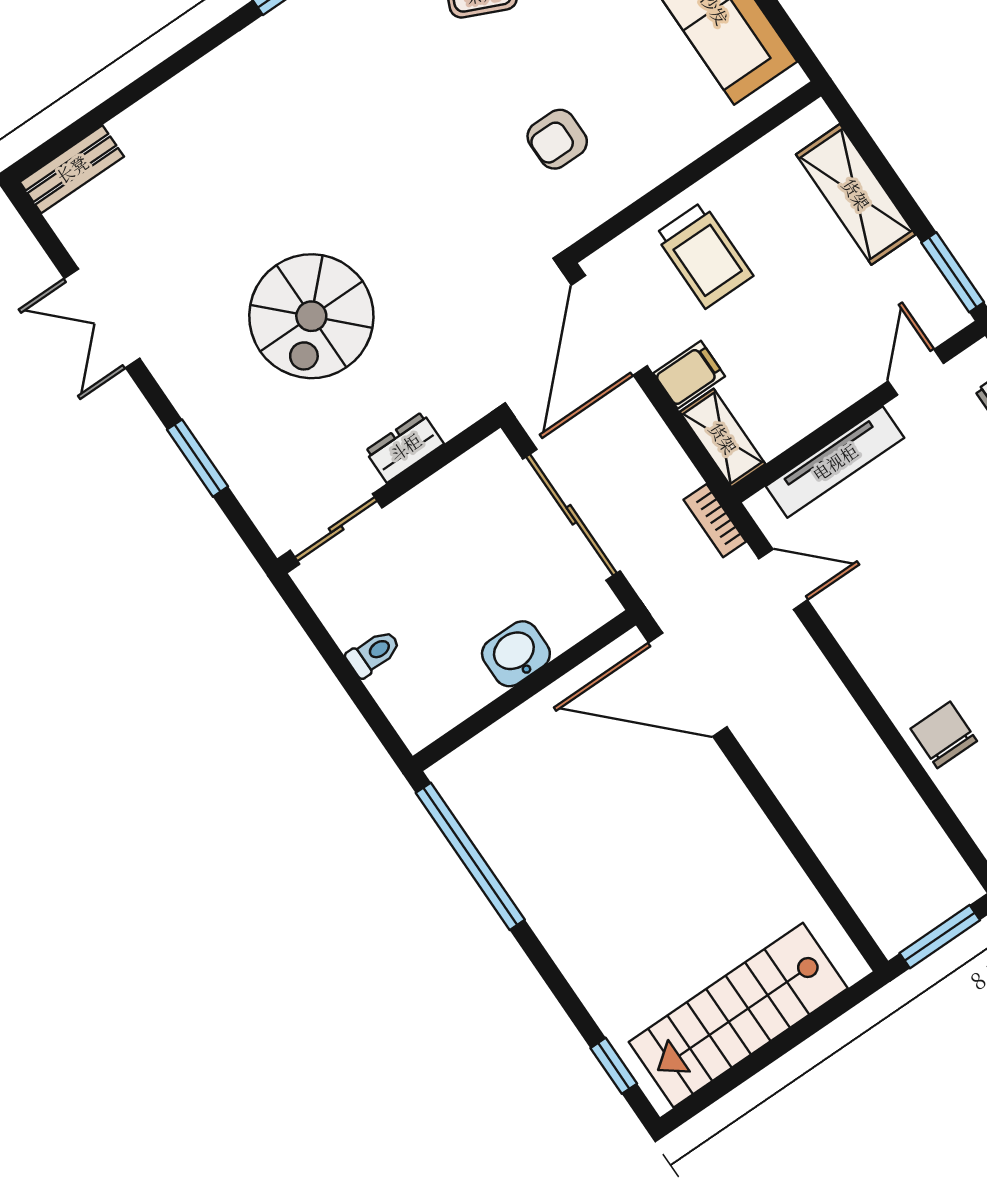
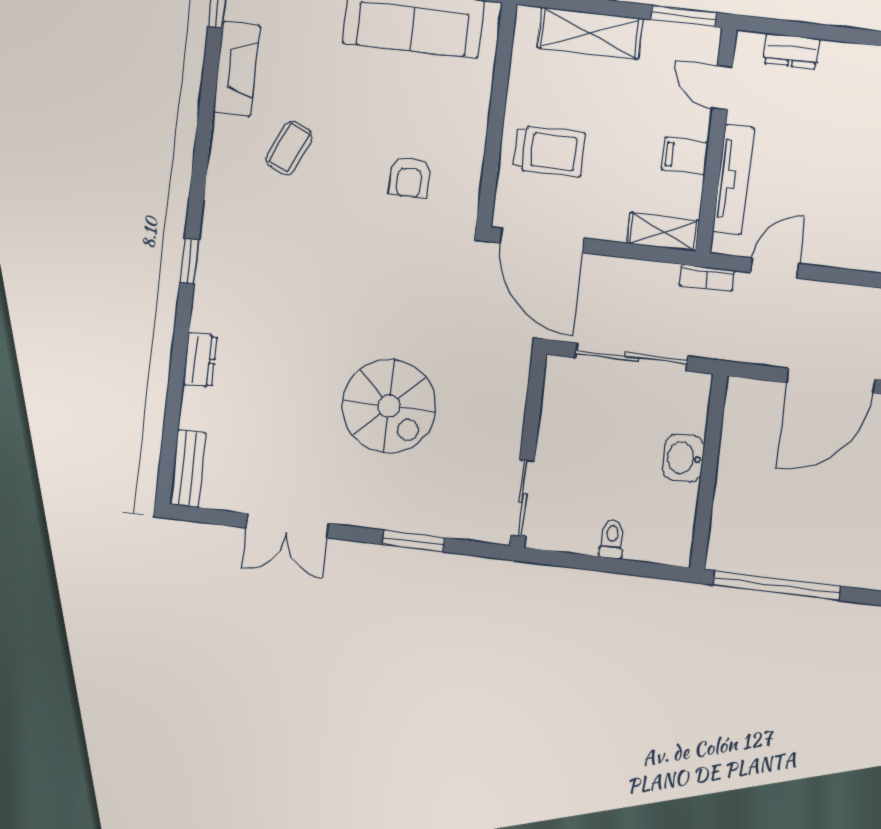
filing cabinet: (689, 375) -> (685, 156), moved, turned -90
dresser: (405, 447) -> (200, 360), moved, turned 180
door: (688, 685) -> (831, 381), moved

